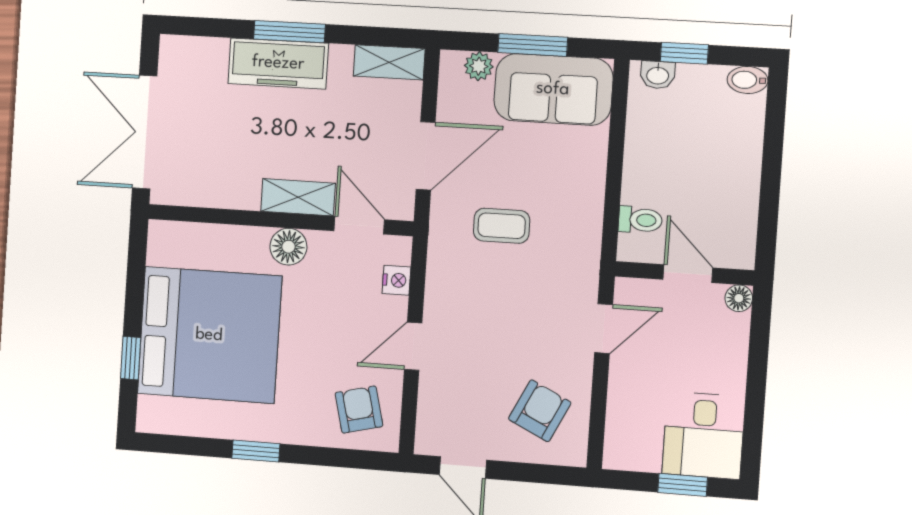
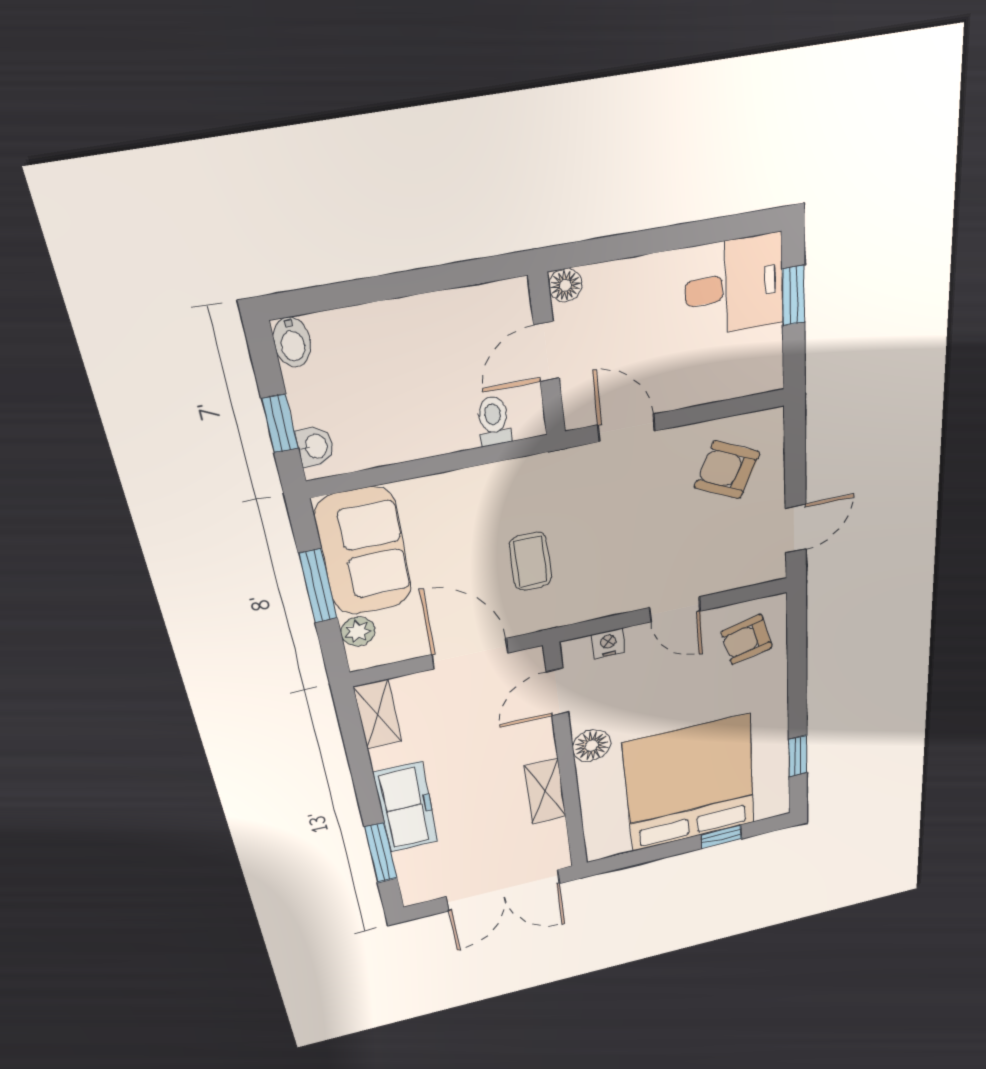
window: (289, 32) -> (381, 853), moved
shelving: (298, 197) -> (545, 791), moved
window: (256, 451) -> (798, 756), moved

